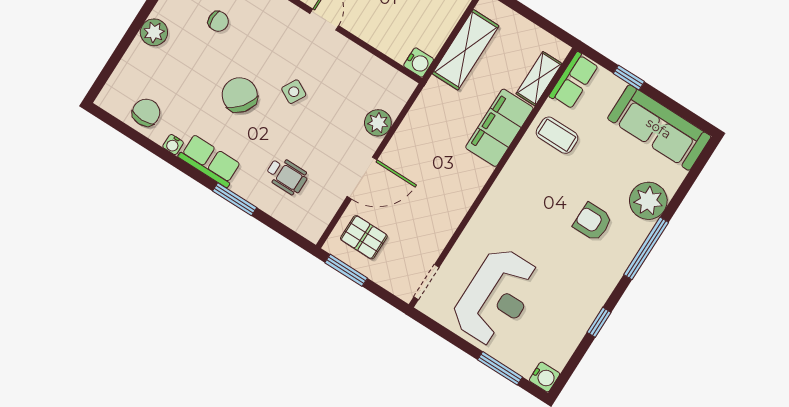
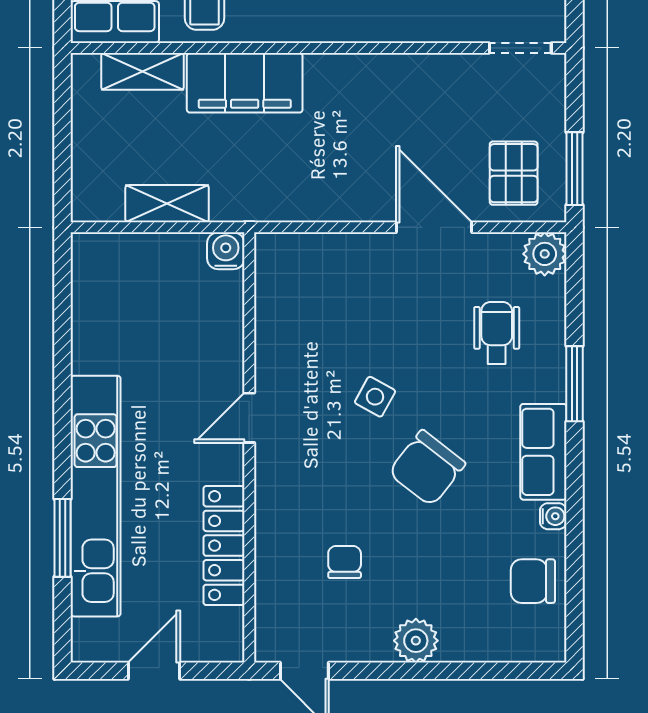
shelving: (466, 50) -> (167, 204), width x0.67, depth x0.75
plant: (378, 123) -> (545, 254), moved

